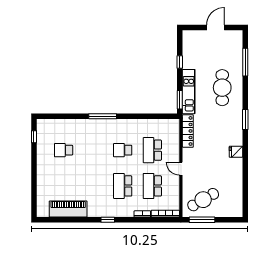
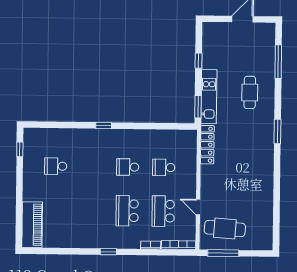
cafe table: (222, 88) -> (250, 92), width x0.73, depth x0.74
window: (103, 116) -> (104, 126), width x0.46
school desk: (152, 150) -> (164, 167), width x0.54
fridge: (236, 152) -> (266, 171), removed
door: (181, 169) -> (198, 207), moved
cafe table: (203, 200) -> (225, 229), turned 34
piano: (68, 209) -> (32, 225), moved, turned 90

